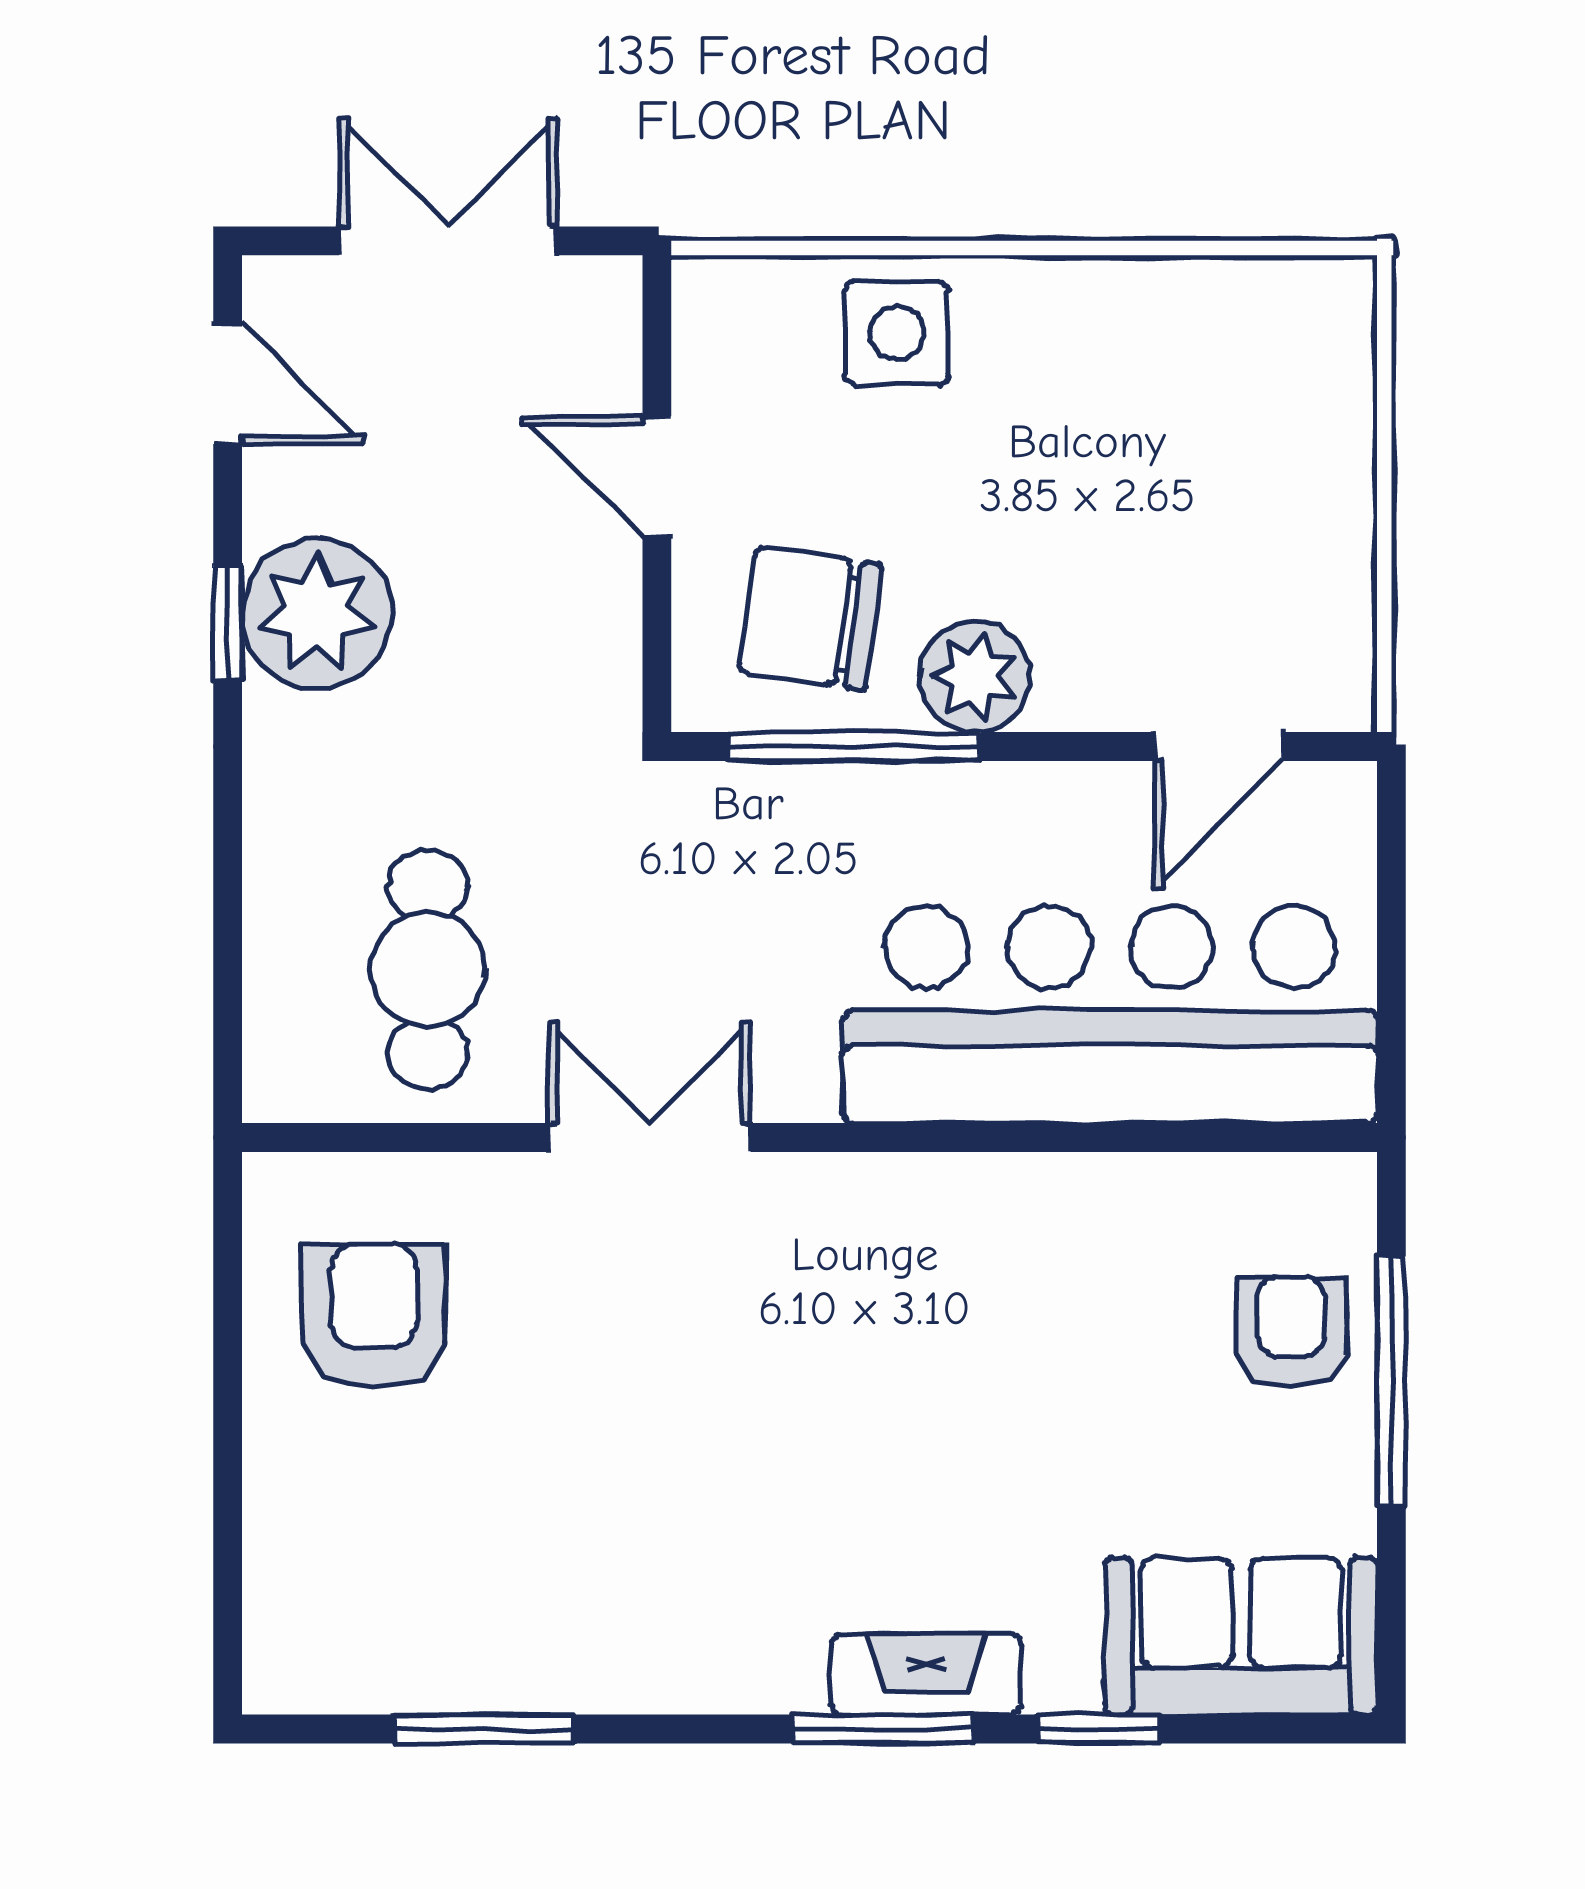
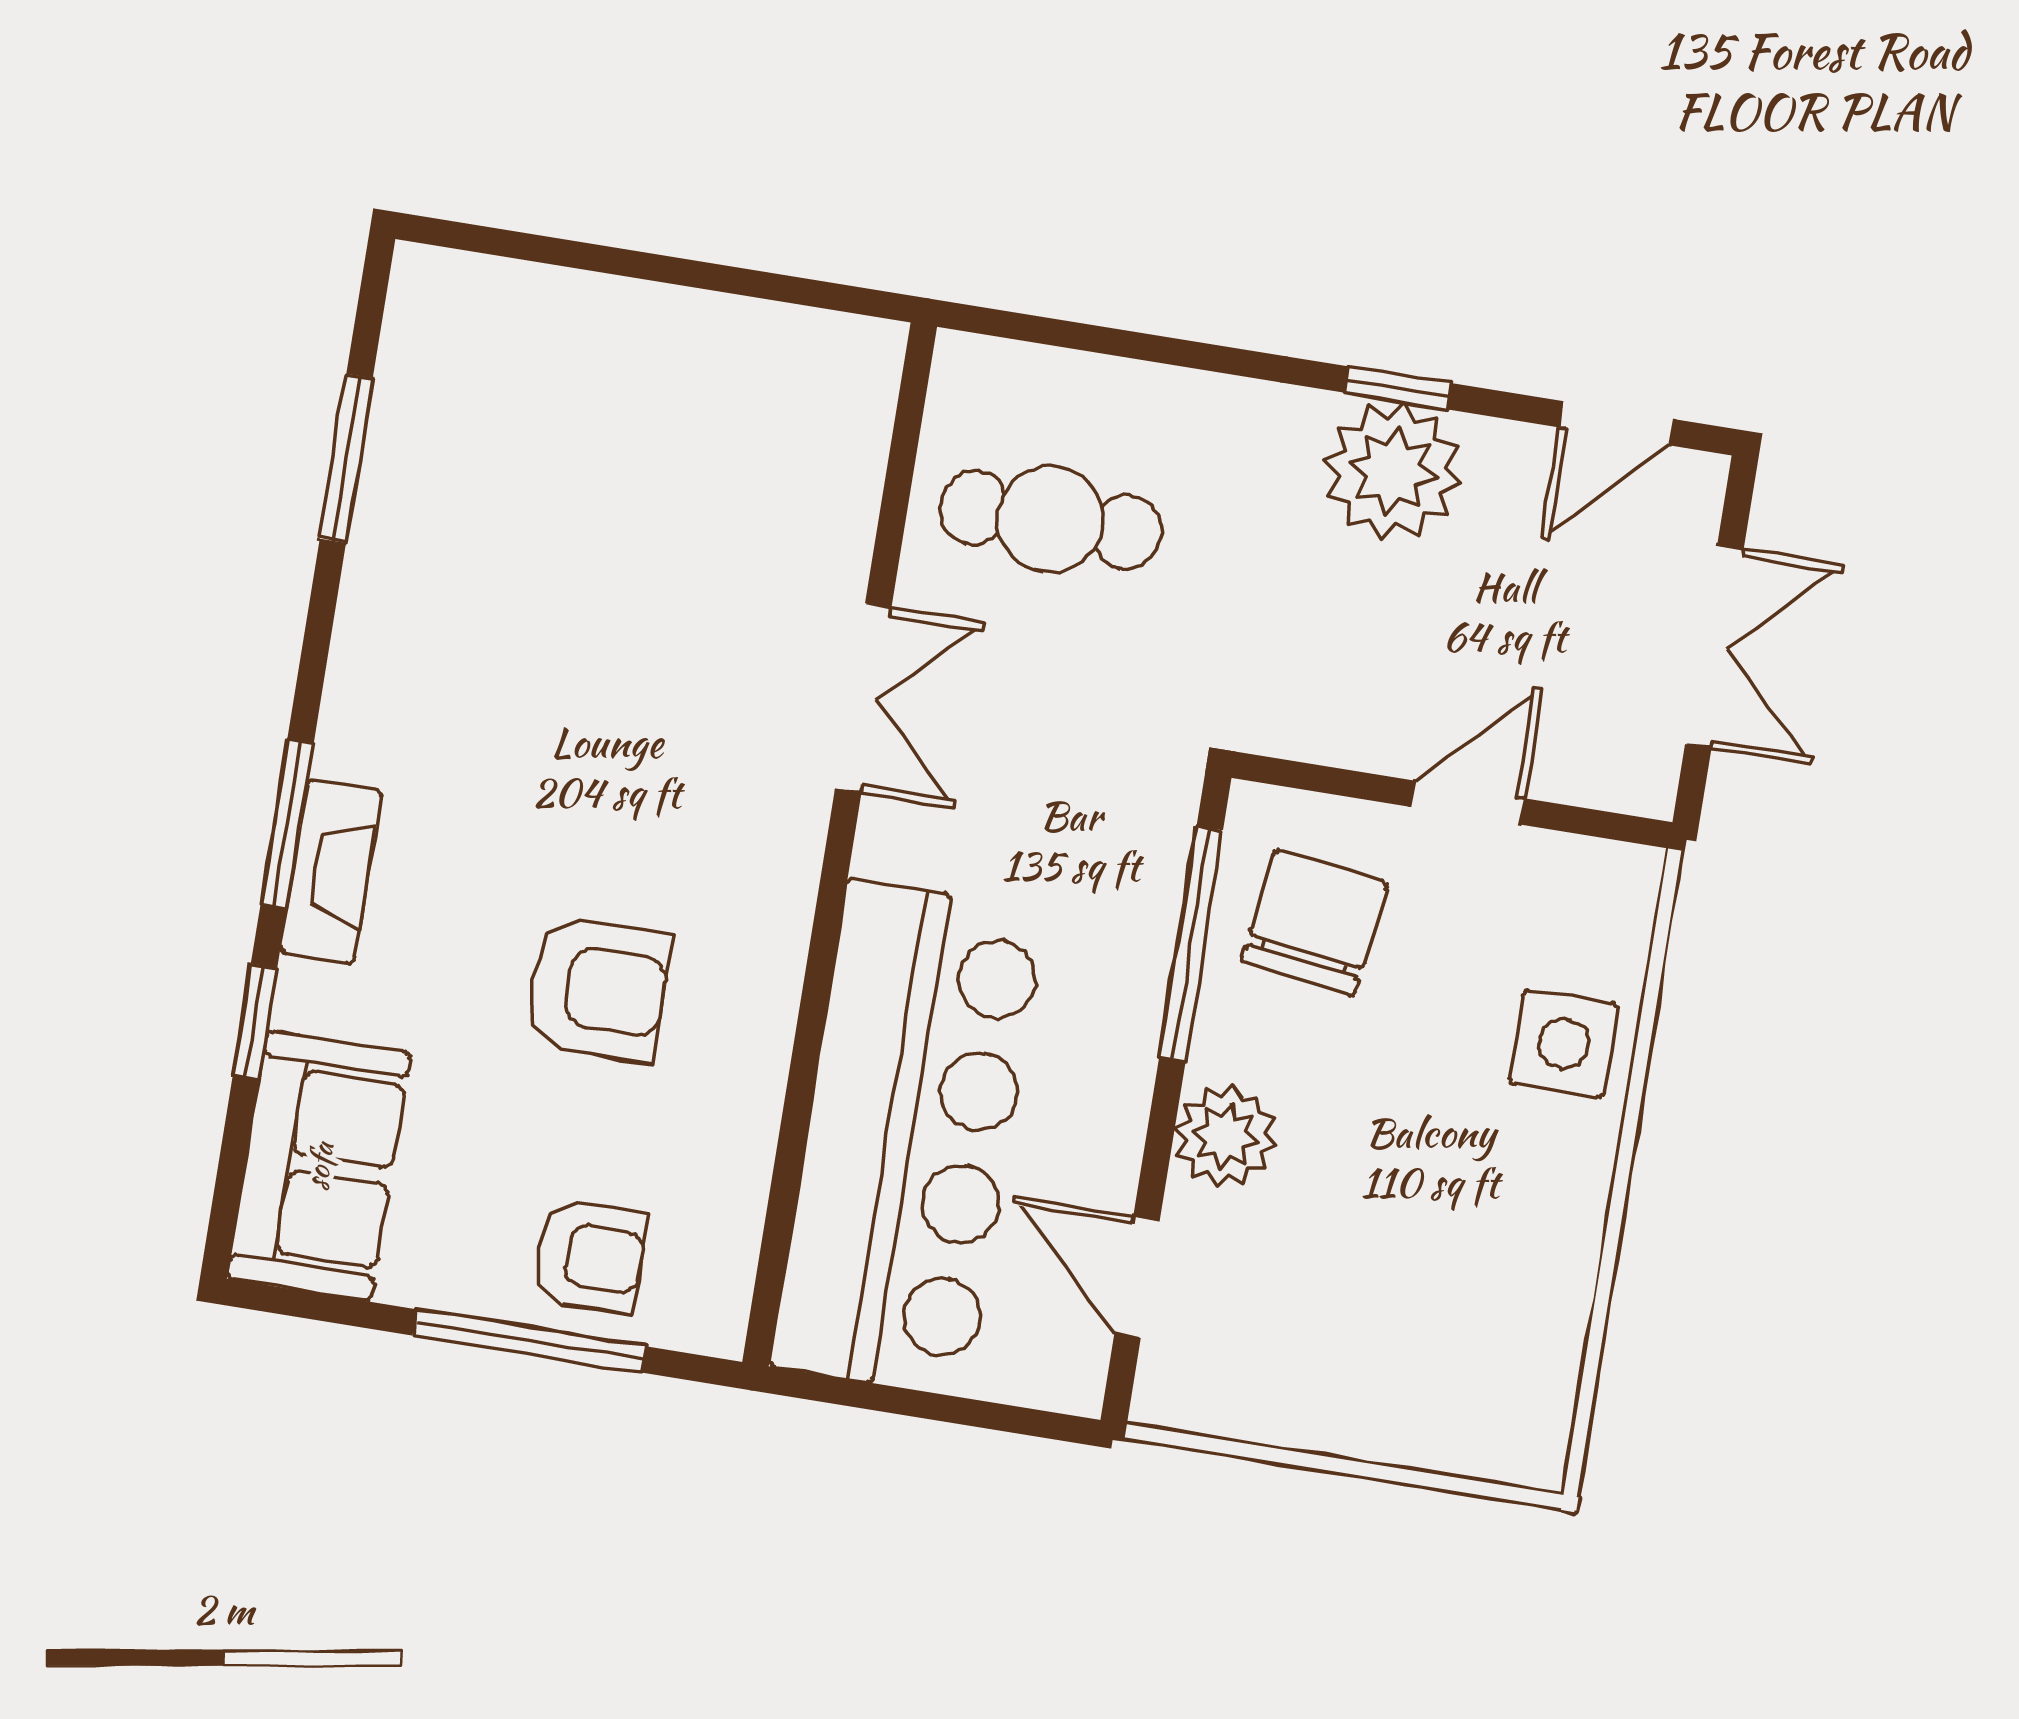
plant: (975, 677) -> (1226, 1136), moved
armchair: (374, 1316) -> (597, 989), moved

